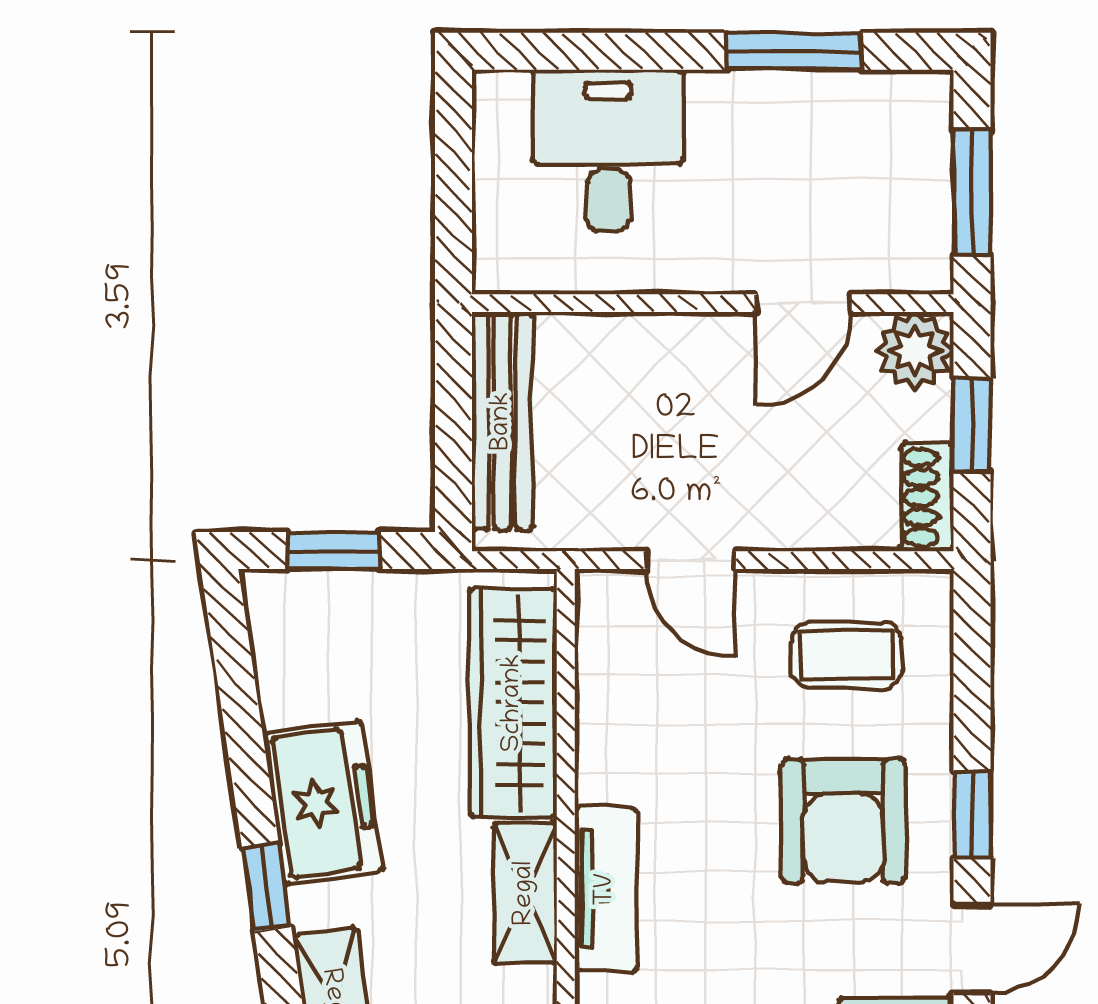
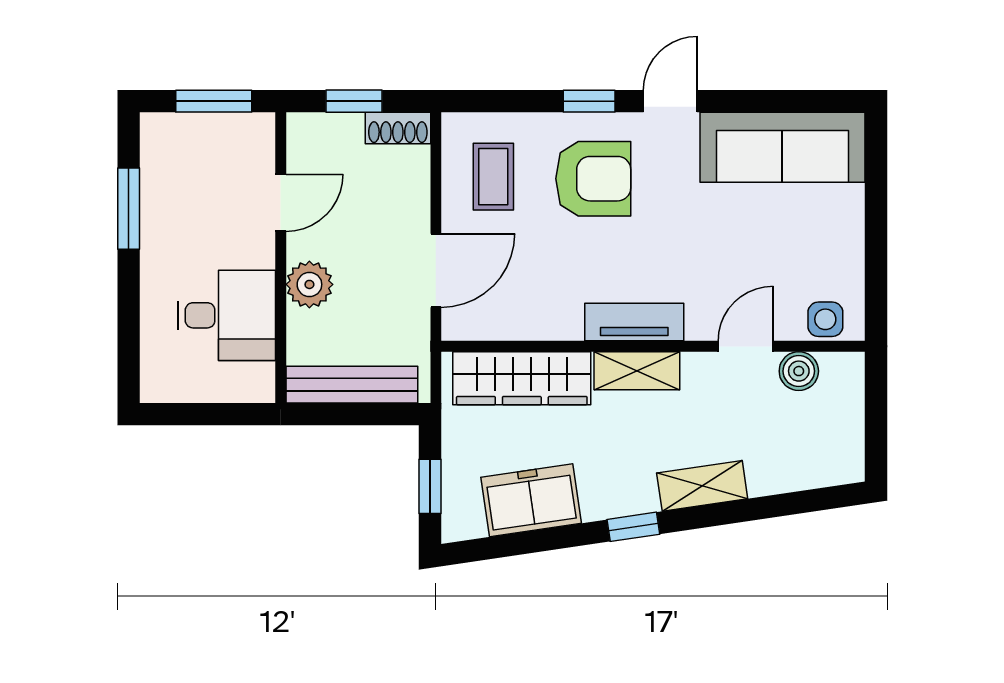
desk: (608, 151) -> (226, 315), moved, turned 180
door: (804, 303) -> (281, 203), hinge flipped
plant: (915, 351) -> (309, 284), moved
door: (691, 560) -> (436, 271), width x1.38
freezer: (323, 802) -> (531, 500), moved
door: (972, 949) -> (670, 101), hinge flipped

